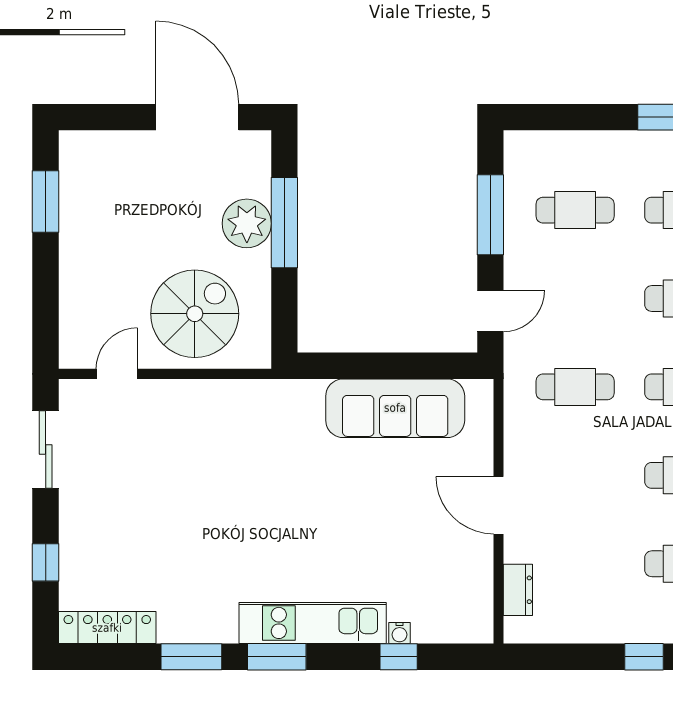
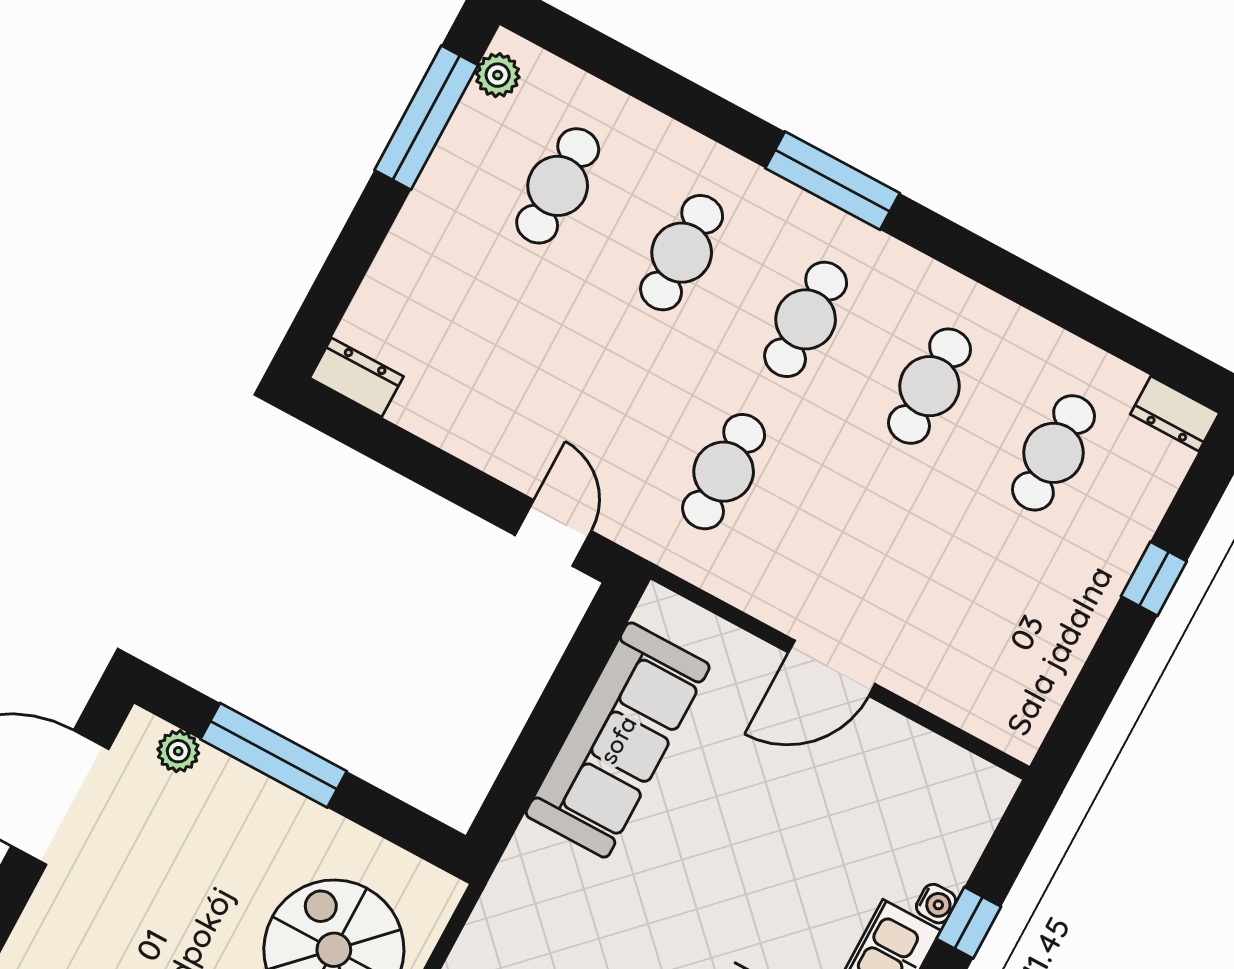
cafe table: (575, 210) -> (476, 338), removed
window: (490, 215) -> (418, 461), removed
plant: (247, 223) -> (178, 751), moved, width x0.53, depth x0.53
dresser: (518, 590) -> (357, 377), moved

